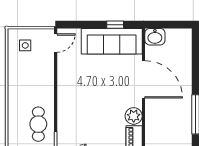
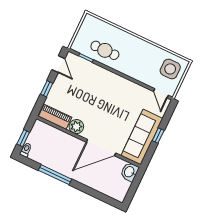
window: (115, 25) -> (158, 136), moved
side table: (25, 45) -> (170, 69), width x1.87, depth x1.87

